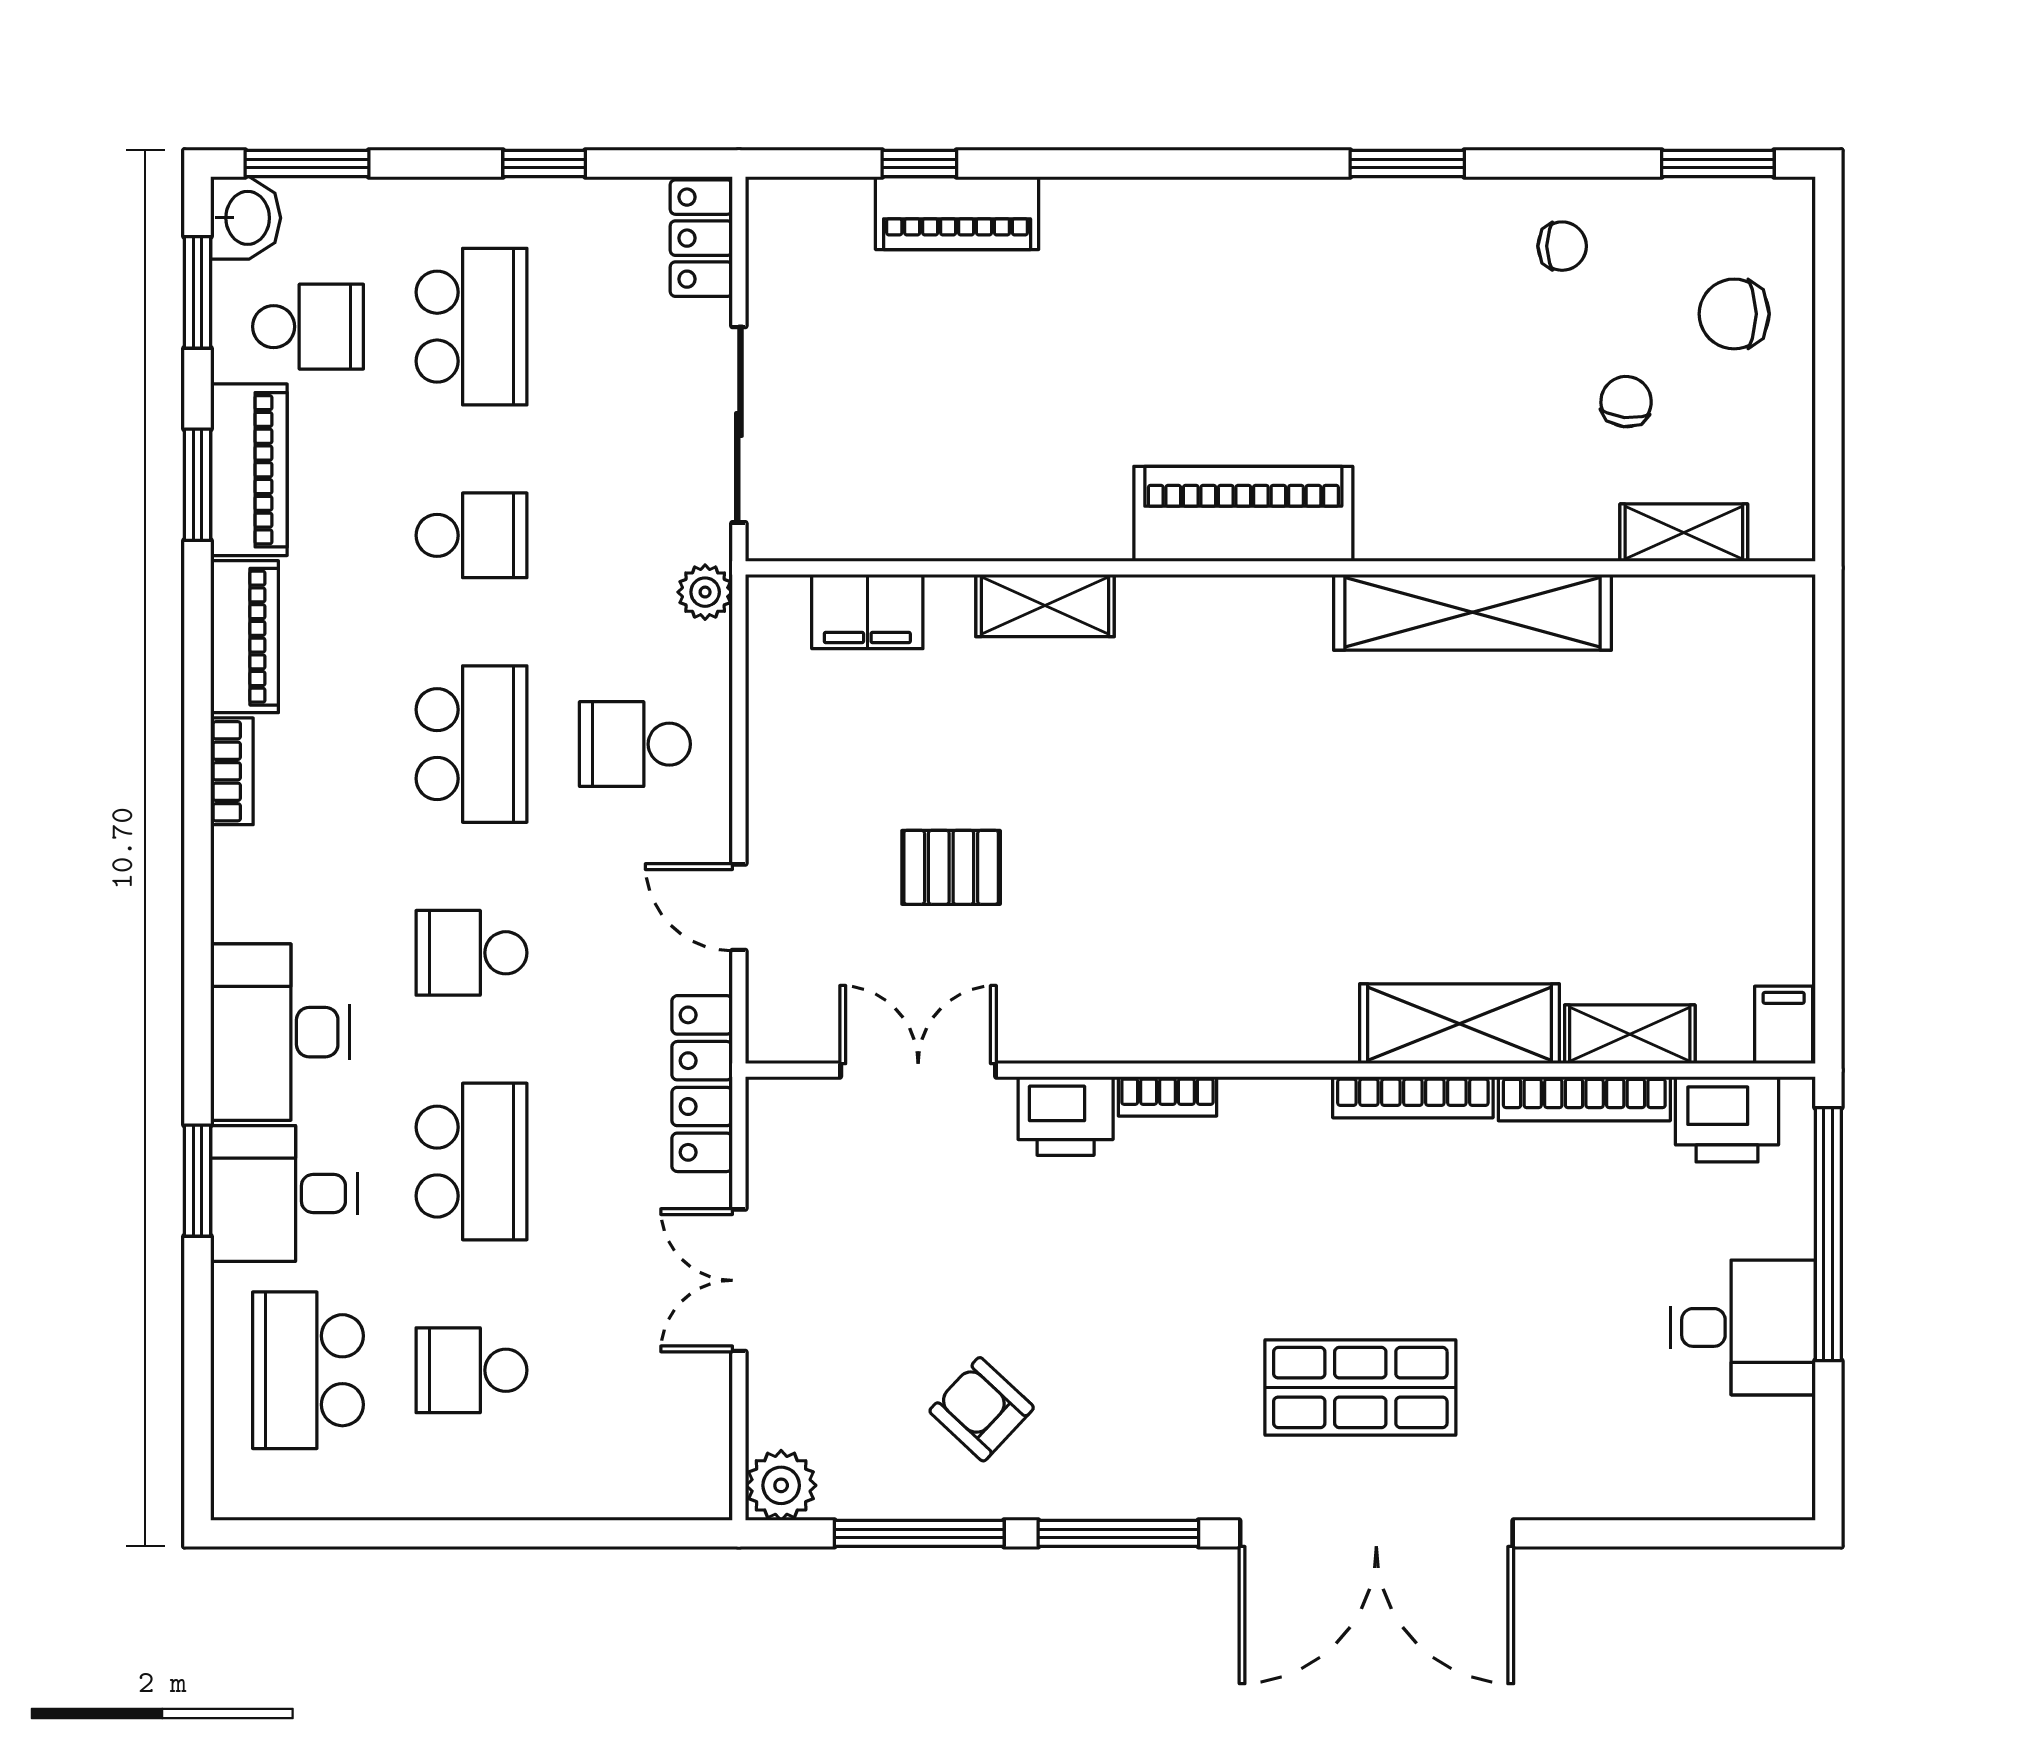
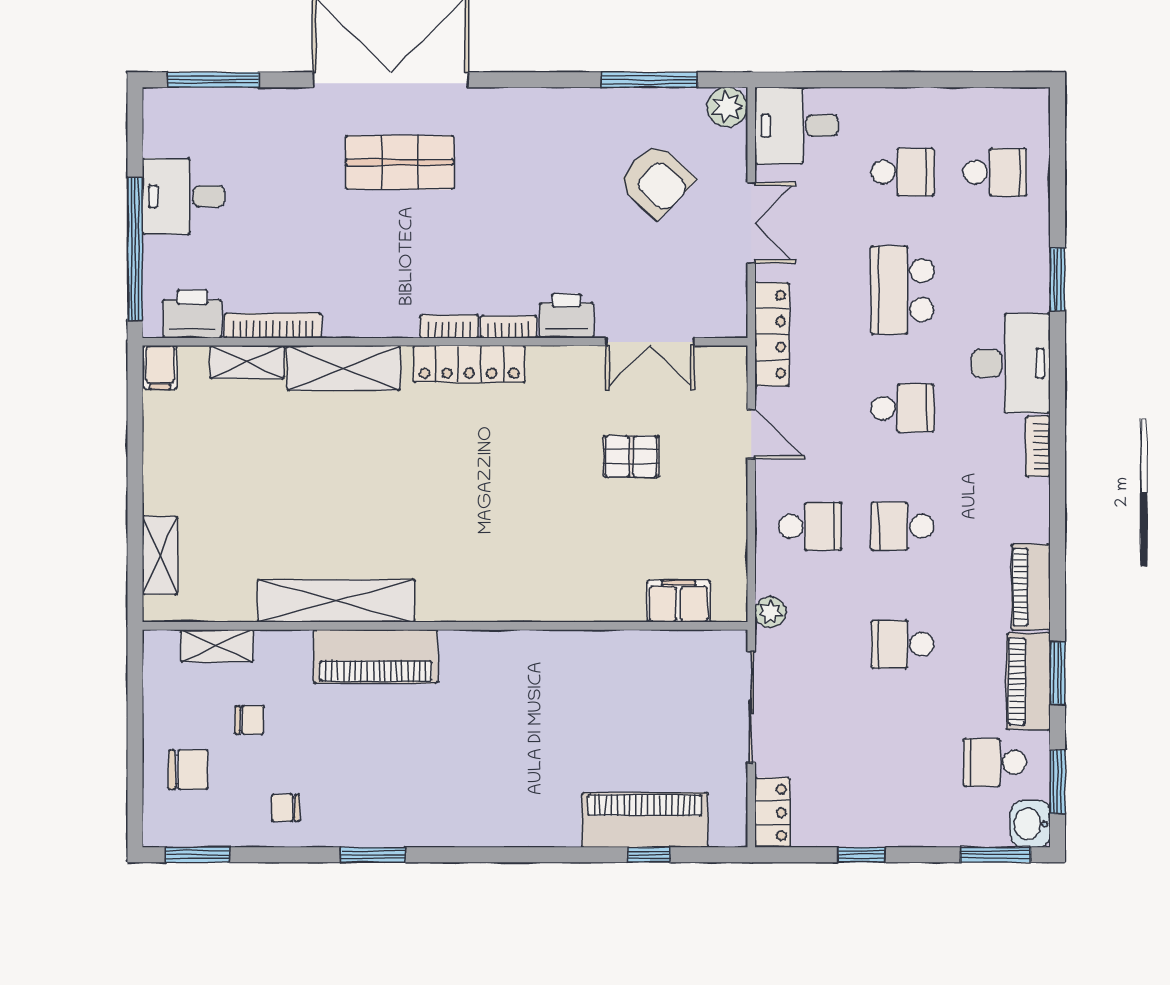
piano: (957, 213) -> (645, 820), width x1.37, depth x1.33
school desk: (471, 327) -> (903, 762), removed
chair: (1626, 402) -> (249, 720), turned -96
piano: (1243, 514) -> (376, 656), moved
shelving: (1045, 606) -> (160, 555), moved, turned 90
school desk: (471, 744) -> (903, 526), width x0.54
bookcase: (232, 771) -> (1038, 446), moved
locker: (1237, 1031) -> (469, 364), added
bookcase: (1413, 1097) -> (449, 326), moved, width x0.64
desk: (284, 1193) -> (796, 126), moved, turned 180
school desk: (308, 1370) -> (995, 172), width x0.54
armchair: (982, 1409) -> (656, 181), moved, width x1.38, depth x1.38
window: (1118, 1533) -> (213, 80), moved

